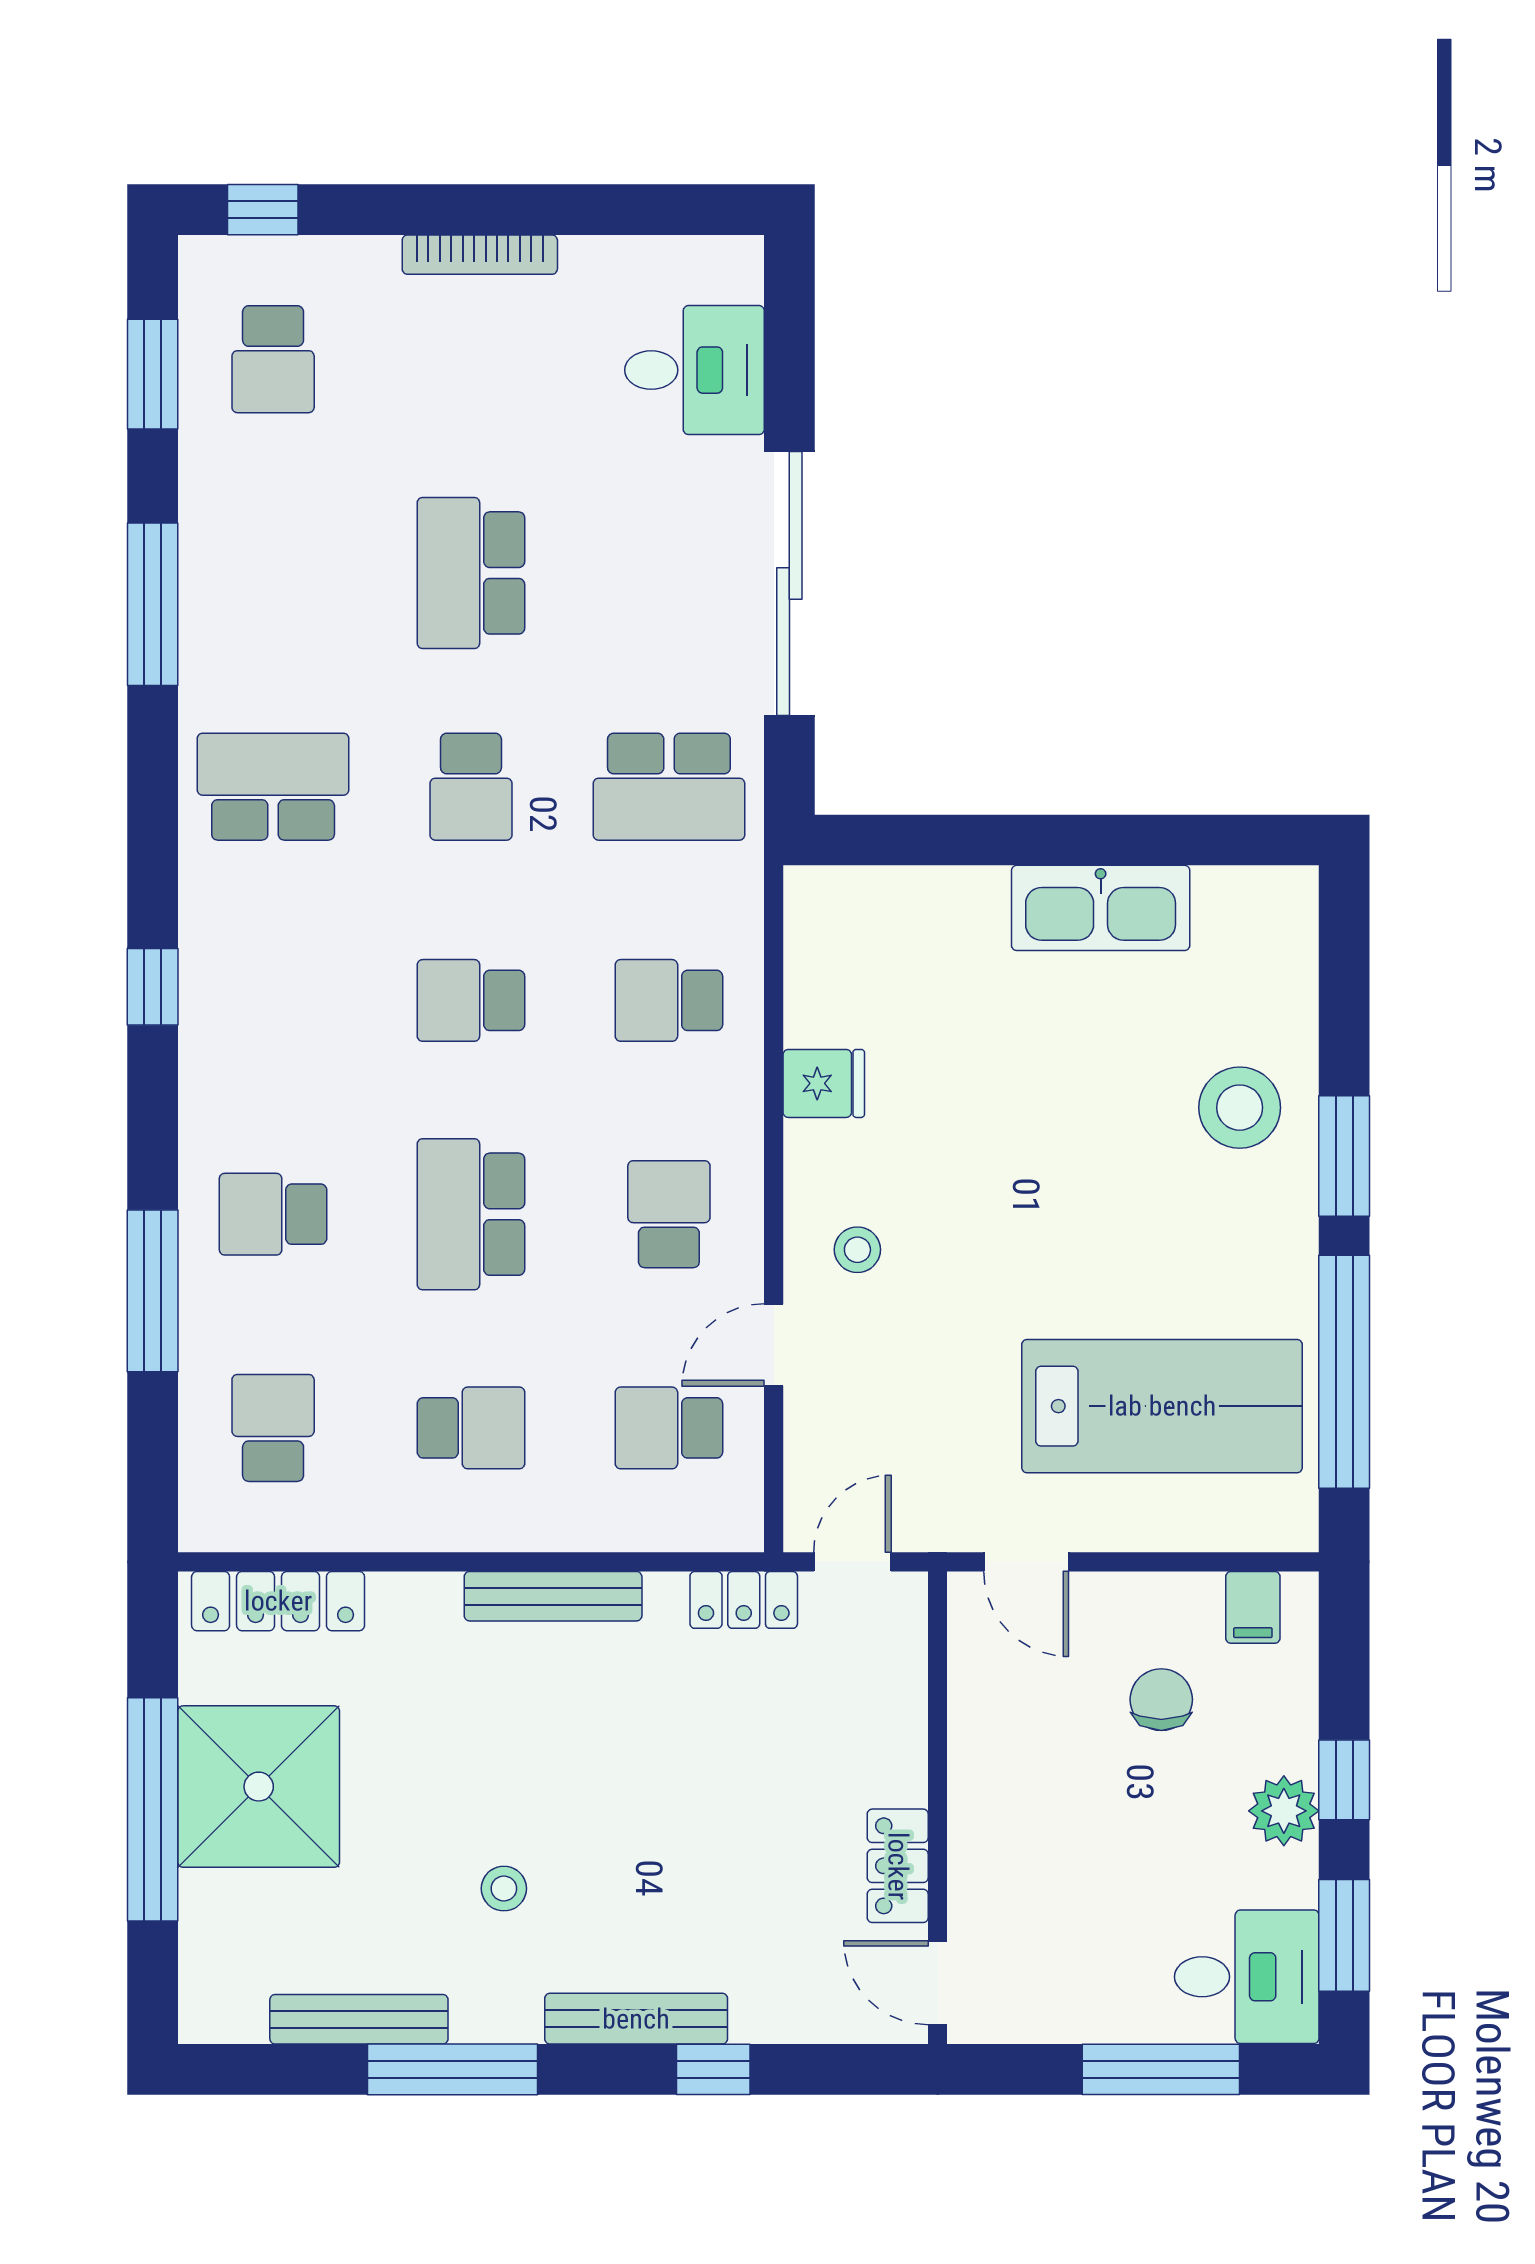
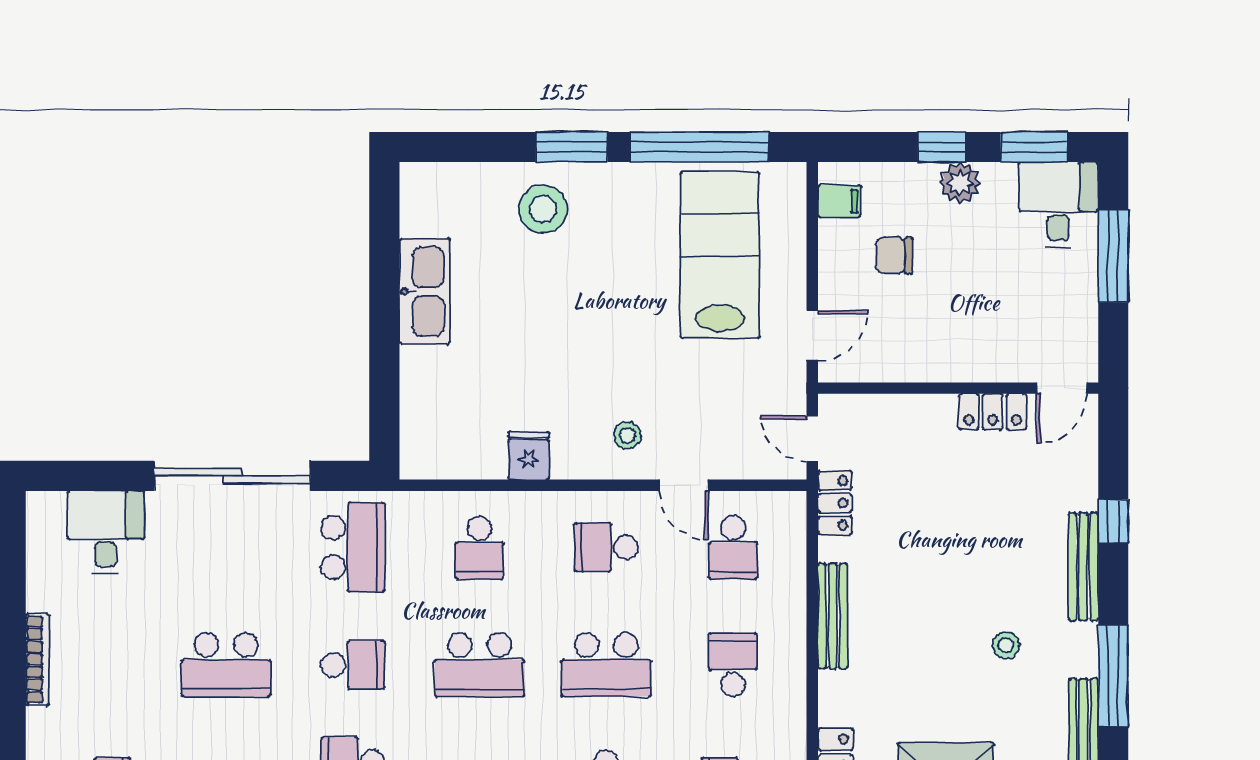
school desk: (471, 1000) -> (480, 665), width x1.85

